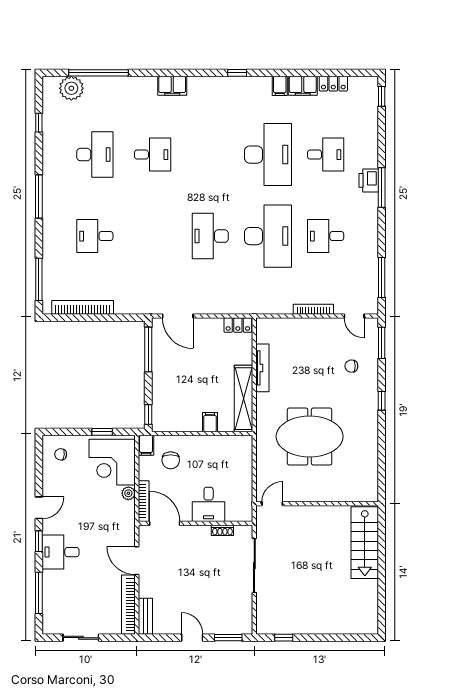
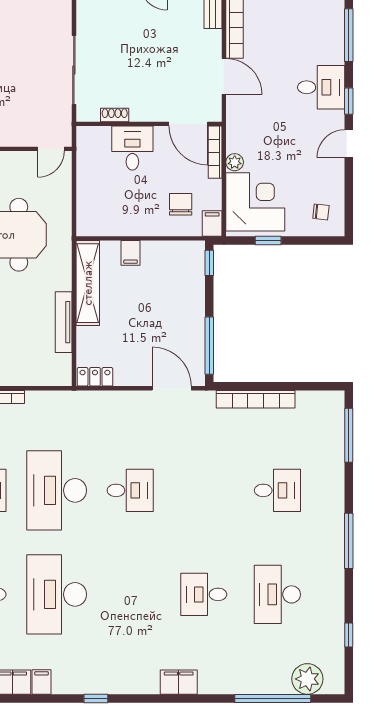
desk: (210, 236) -> (130, 490), width x0.73
bookcase: (83, 307) -> (256, 399), moved

